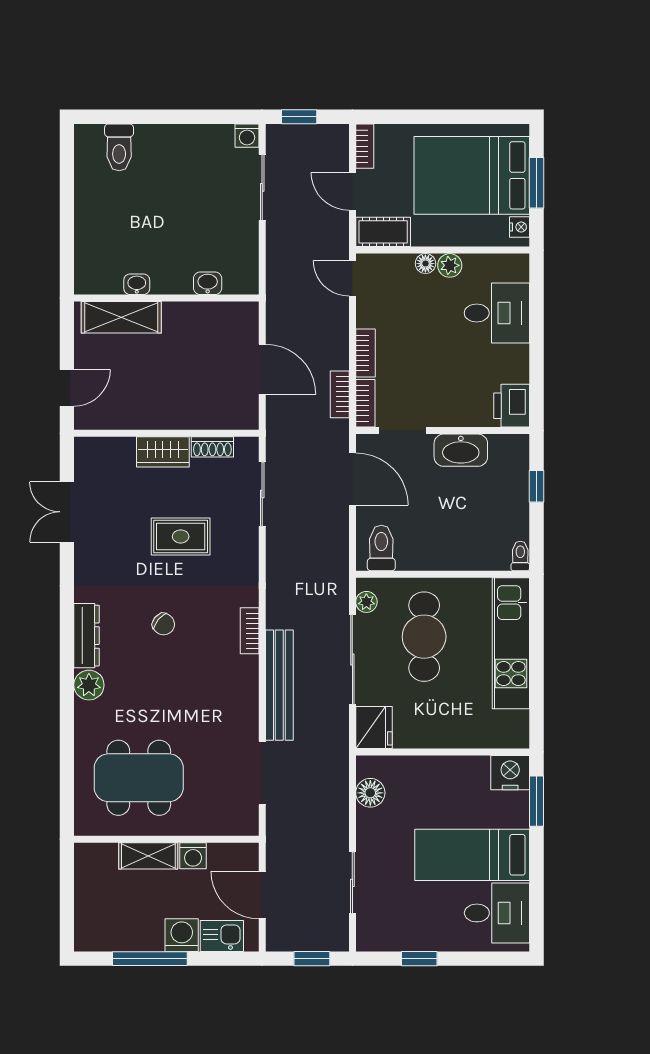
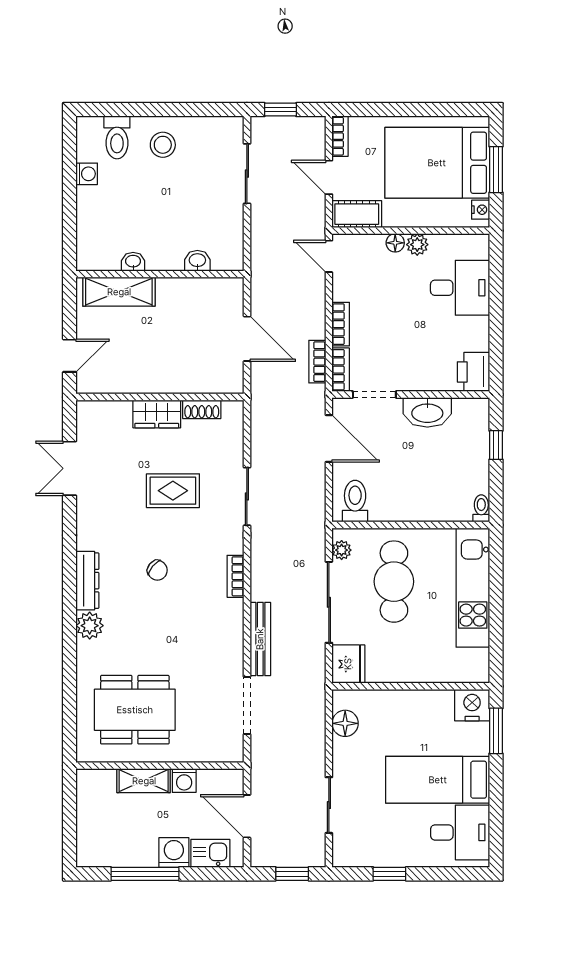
washing machine: (247, 136) -> (87, 174), moved, turned -90
stool: (170, 156) -> (163, 145), added
sliding door: (262, 494) -> (247, 496), moved
bench: (279, 685) -> (260, 639), width x0.73, depth x0.82

